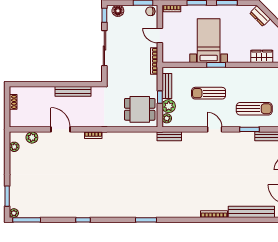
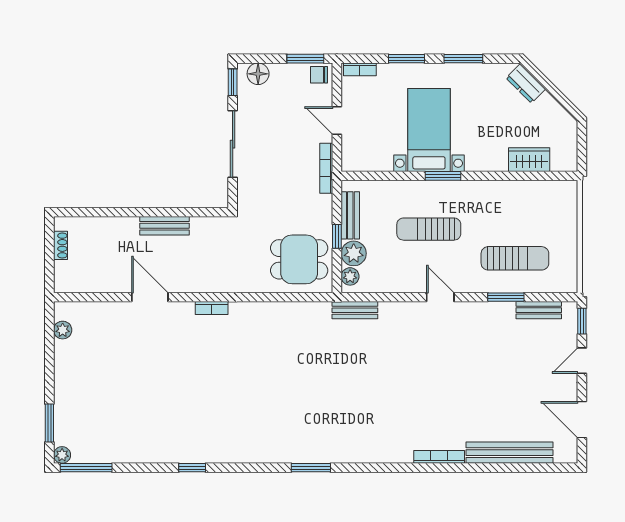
bench: (73, 91) -> (165, 226), width x0.73
plant: (32, 137) -> (96, 312), removed

